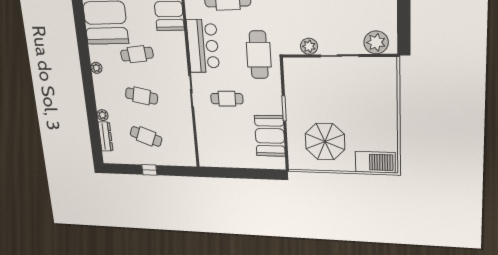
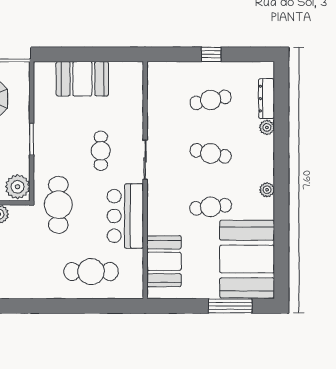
plant: (294, 70) -> (18, 187), added
cafe table: (227, 99) -> (101, 151), turned 90
cafe table: (146, 136) -> (211, 100), turned -33
booth: (270, 136) -> (82, 79), moved, turned 90

